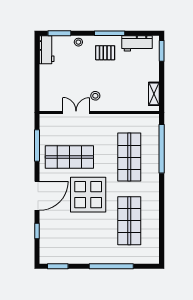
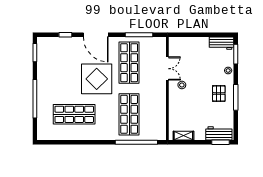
workbench: (137, 43) -> (219, 133), moved, turned 90
shop shelf: (129, 157) -> (129, 114), turned 90

